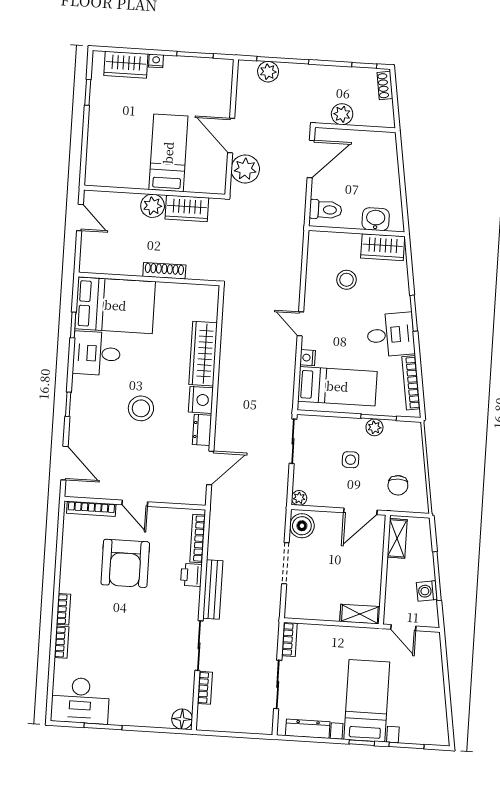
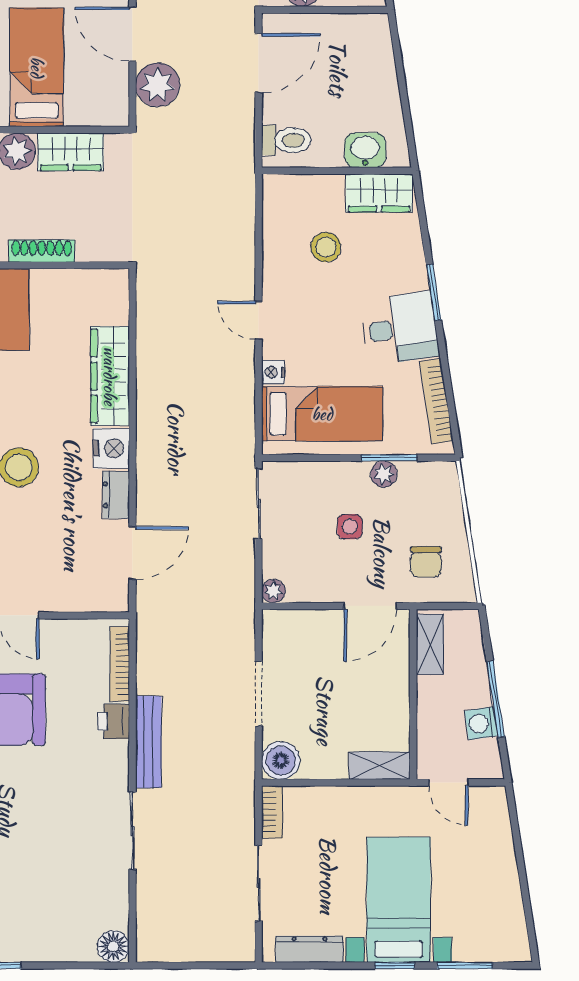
boiler: (302, 526) -> (281, 760), moved
bookcase: (205, 688) -> (146, 896), removed

